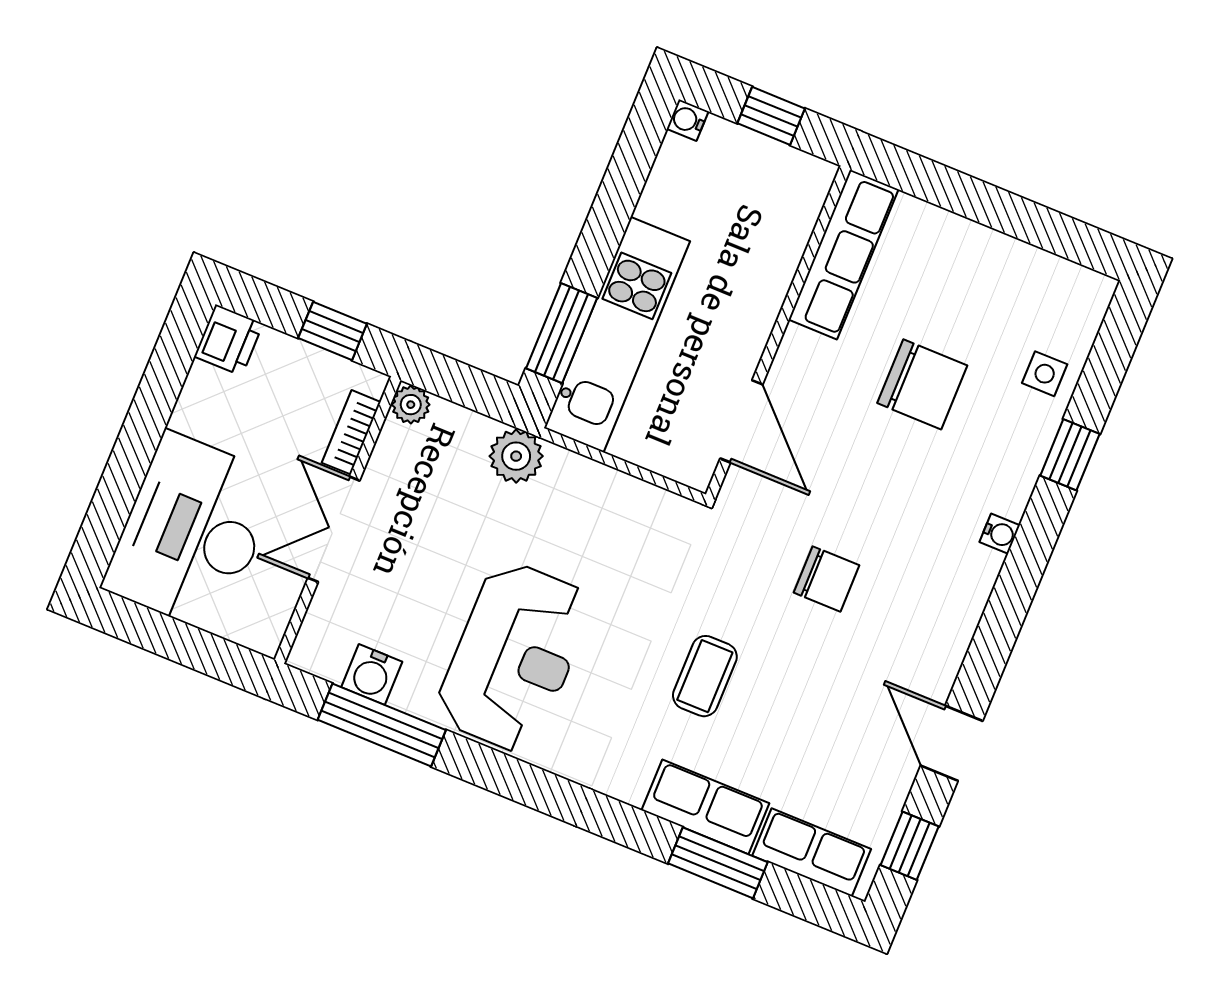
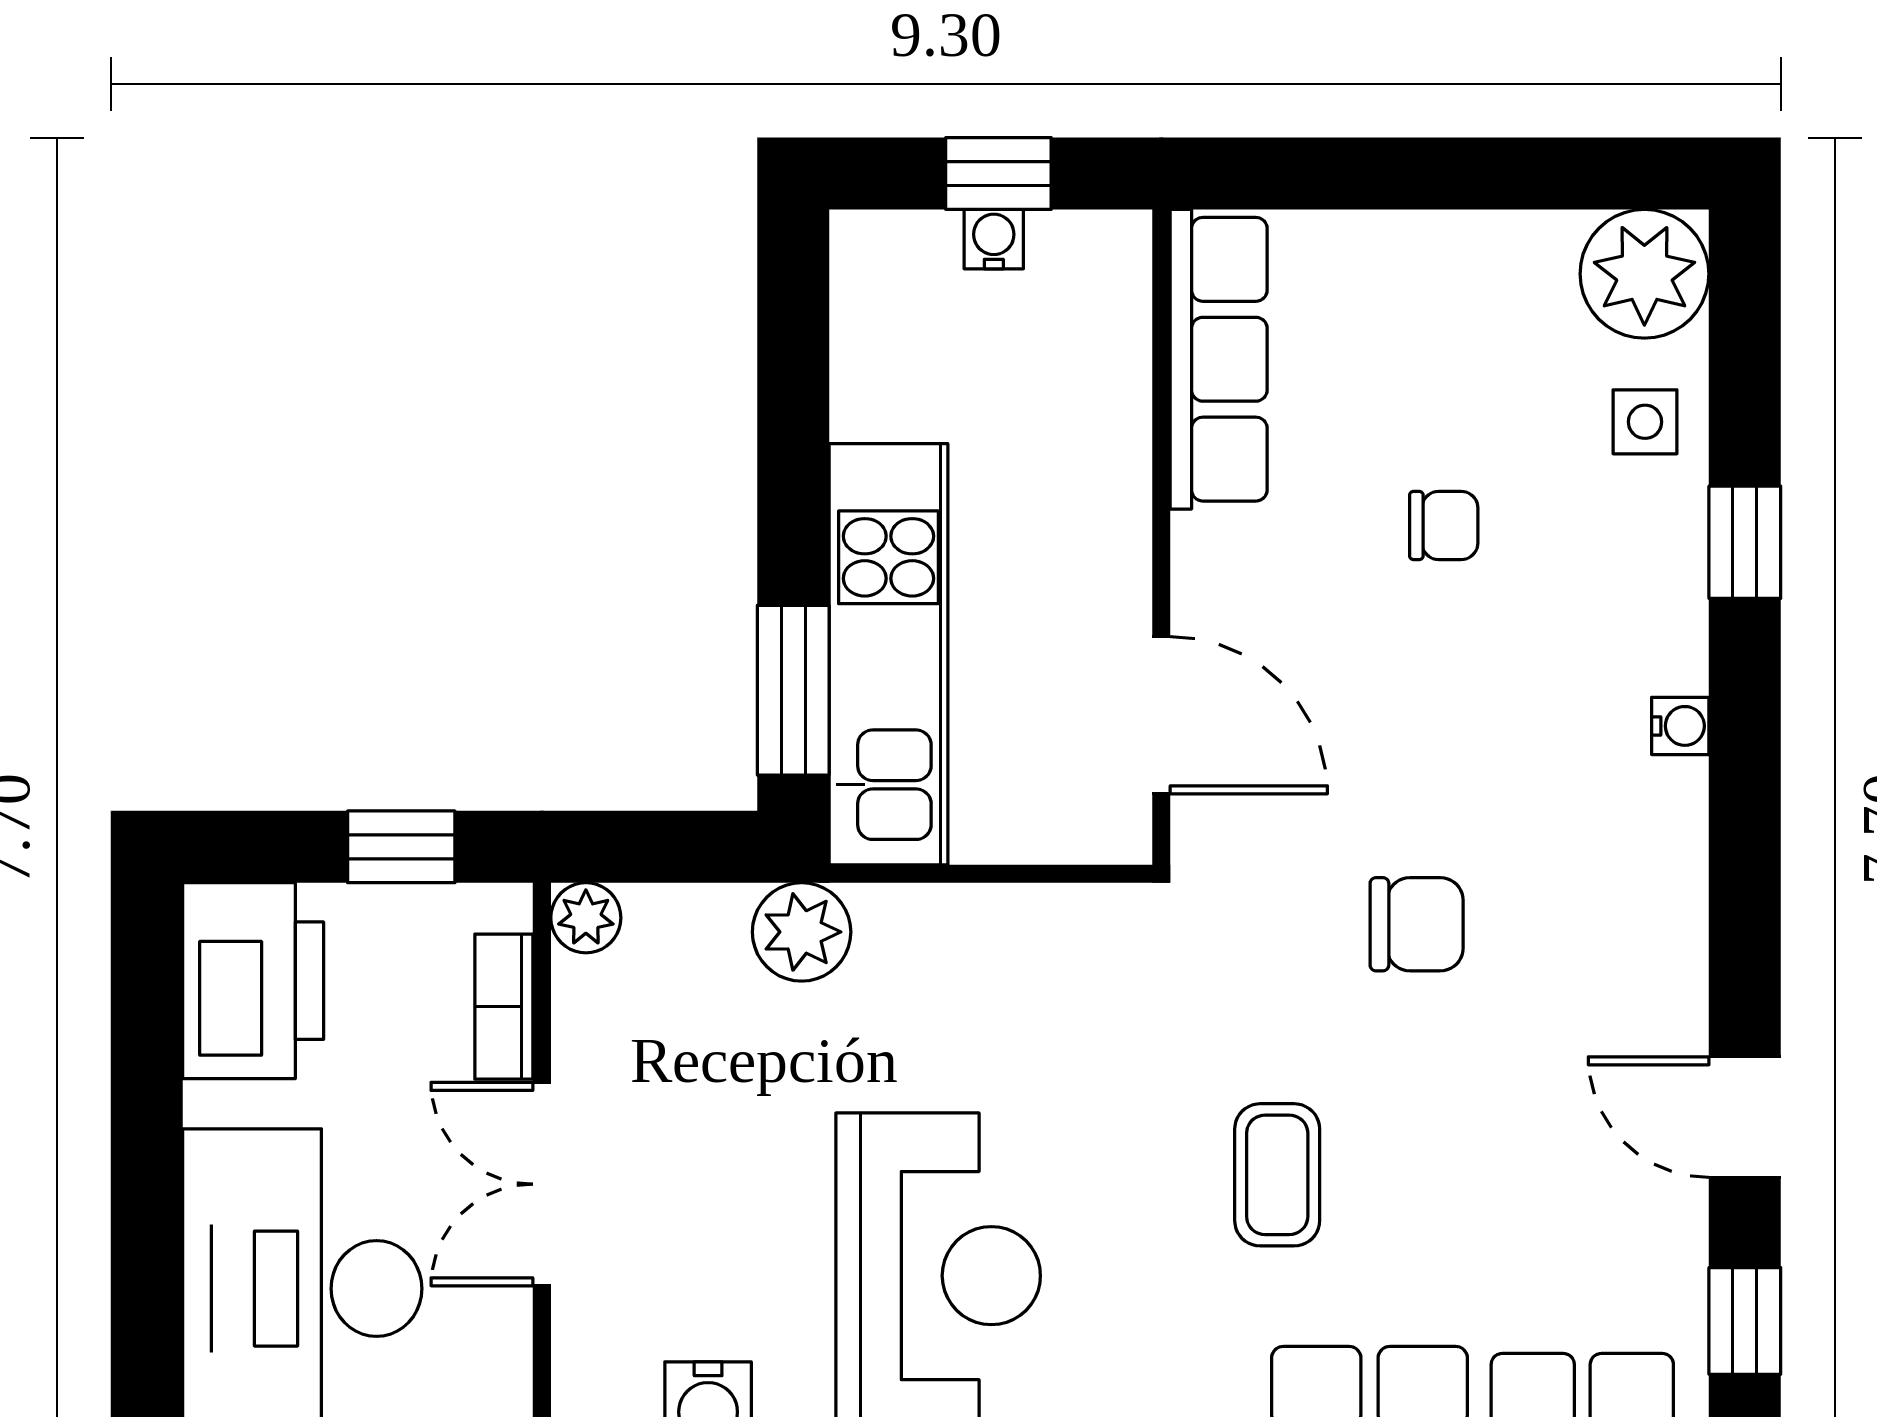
water cooler: (687, 120) -> (994, 239), moved, turned 90
plant: (1075, 299) -> (1644, 274), added
printer: (229, 340) -> (253, 981), width x1.87, depth x1.48
chair: (922, 384) -> (1444, 525), width x0.54, depth x0.54

